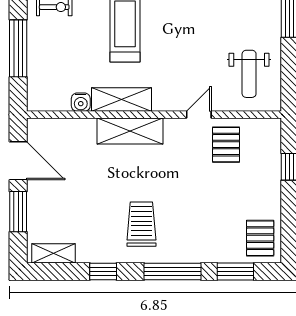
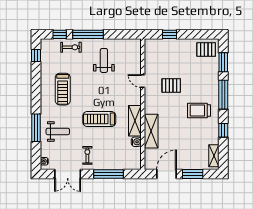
weight bench: (249, 74) -> (104, 60), moved, turned -90
shelving: (130, 131) -> (151, 131), moved
pallet: (226, 145) -> (171, 85), moved

